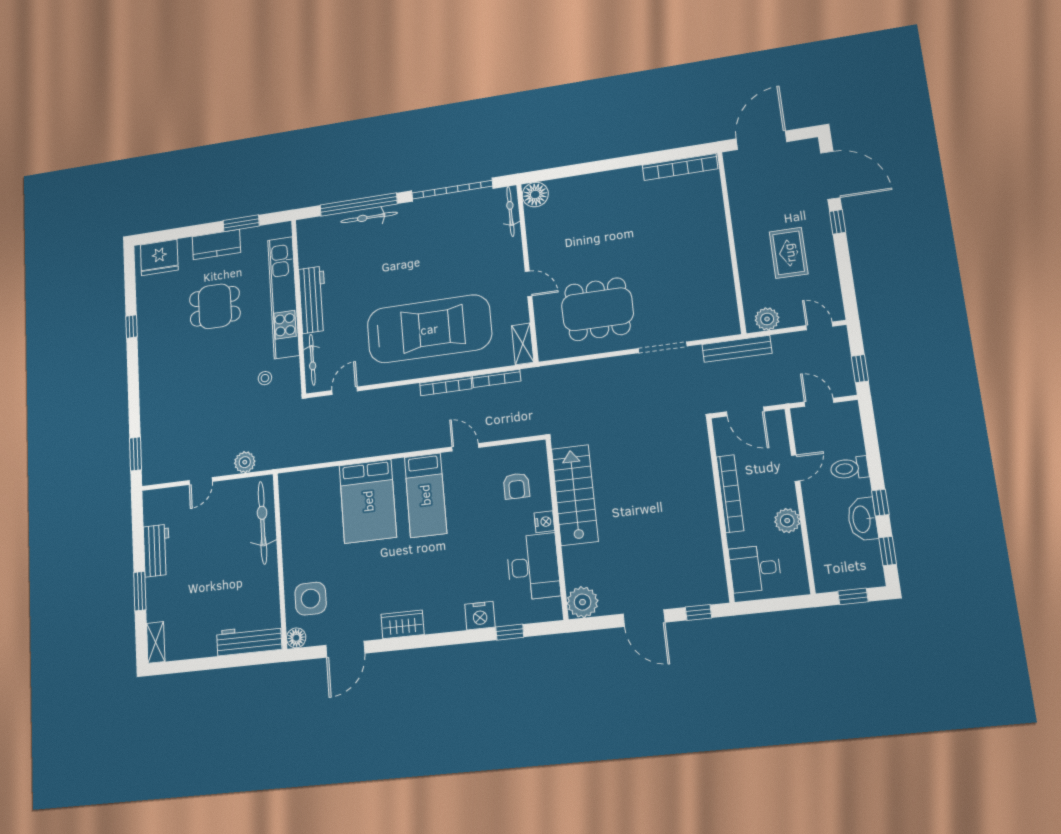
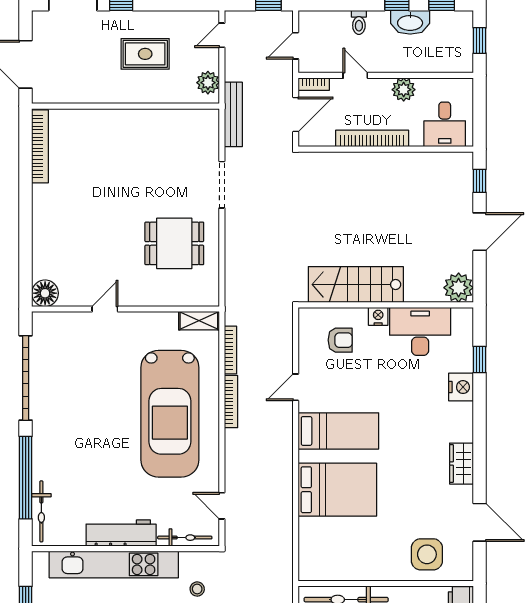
bicycle: (510, 211) -> (59, 320), removed
bicycle: (369, 217) -> (41, 511), moved
door: (529, 284) -> (105, 309), moved
dining table: (597, 309) -> (174, 243), width x0.73
car: (429, 329) -> (170, 414), turned 180
bookcase: (780, 426) -> (314, 84), added
toilet: (849, 468) -> (359, 22), width x0.73, depth x0.72
floor lamp: (296, 638) -> (464, 571), removed

